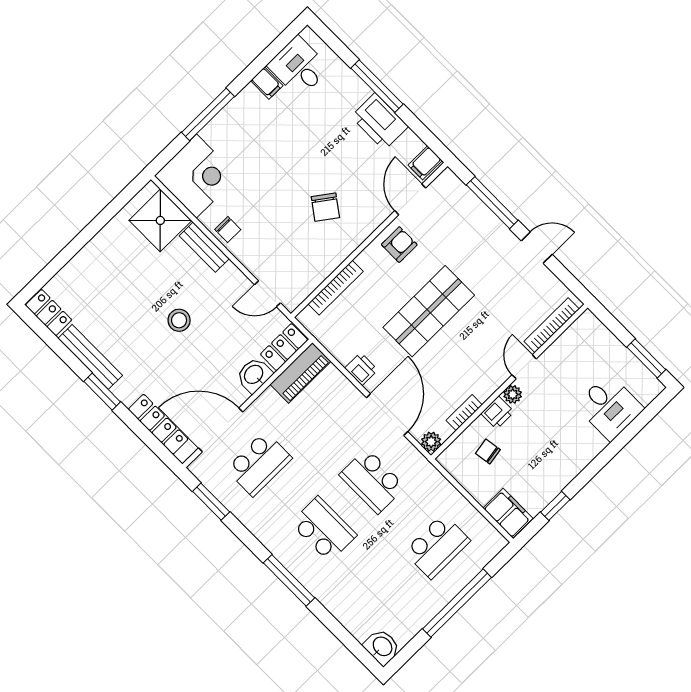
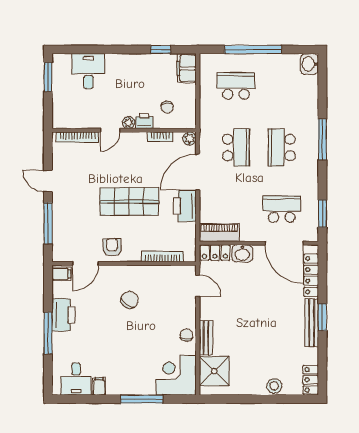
armchair: (399, 245) -> (112, 247), turned 90
stool: (179, 320) -> (274, 386), moved
bench: (90, 357) -> (312, 323), moved
printer: (361, 369) -> (185, 206), width x1.87, depth x1.48

